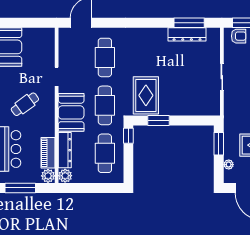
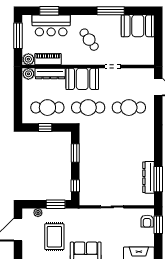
rug: (146, 95) -> (97, 142), removed
window: (197, 120) -> (75, 186), added
window: (128, 136) -> (45, 127), moved

